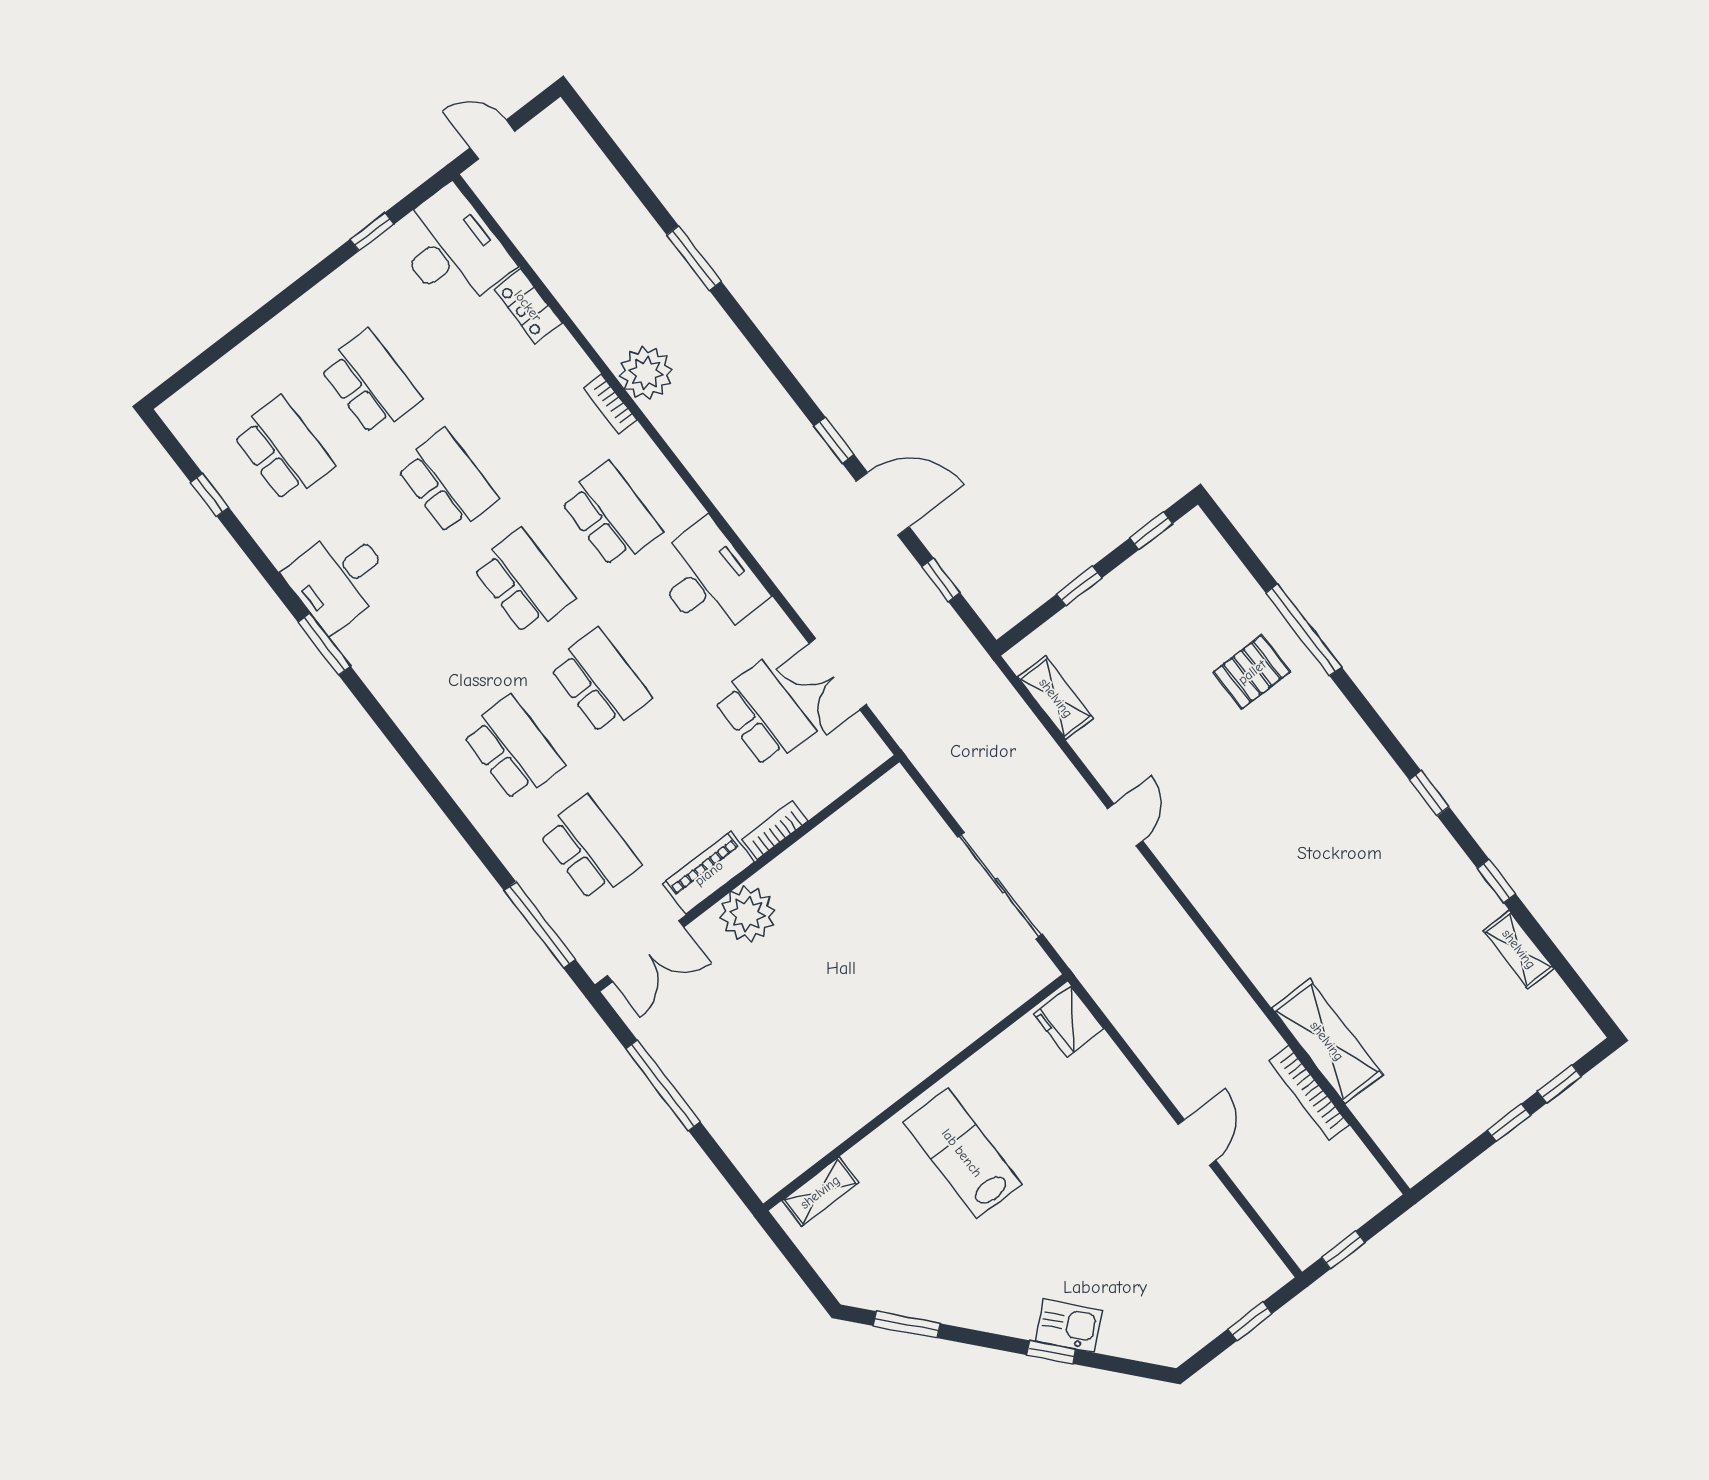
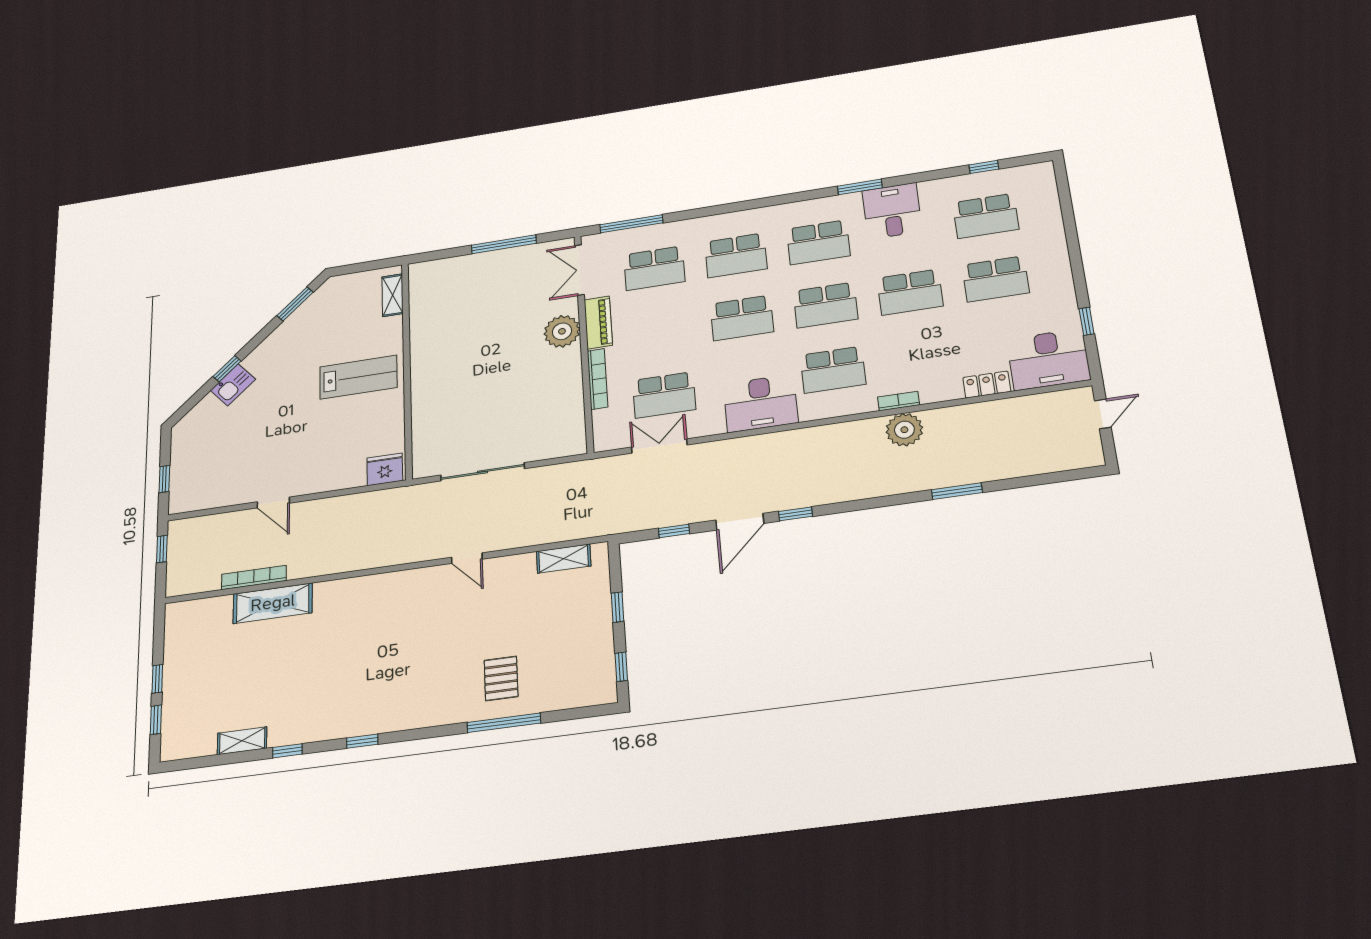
school desk: (436, 649) -> (818, 242), added
bookcase: (775, 830) -> (598, 379), width x1.56

